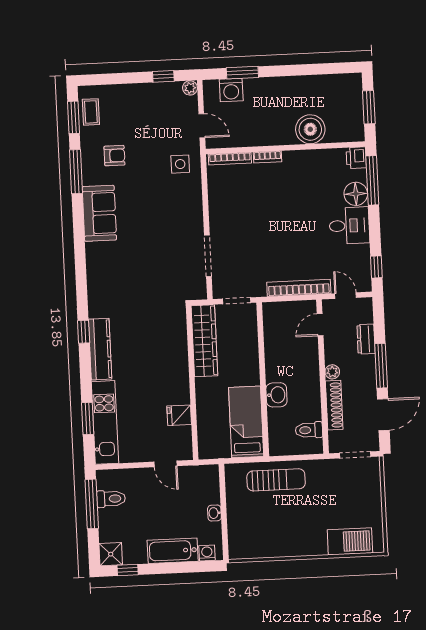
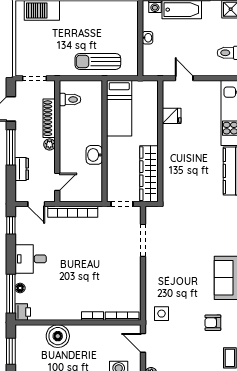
floor lamp: (356, 194) -> (20, 288), width x0.53, depth x0.53
washbasin: (276, 395) -> (94, 155), moved

